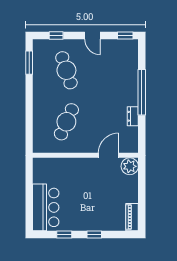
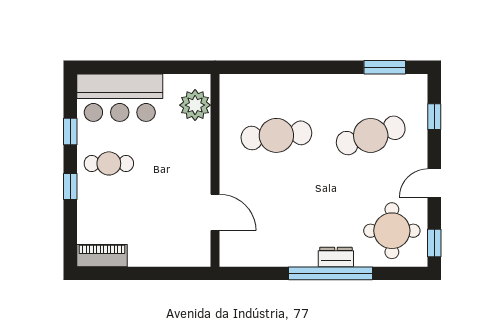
round table: (118, 59) -> (392, 231), added
dresser: (133, 116) -> (336, 257), moved
cafe table: (66, 122) -> (276, 135), turned -30
plant: (130, 166) -> (195, 105), moved
cafe table: (82, 213) -> (109, 163), added

